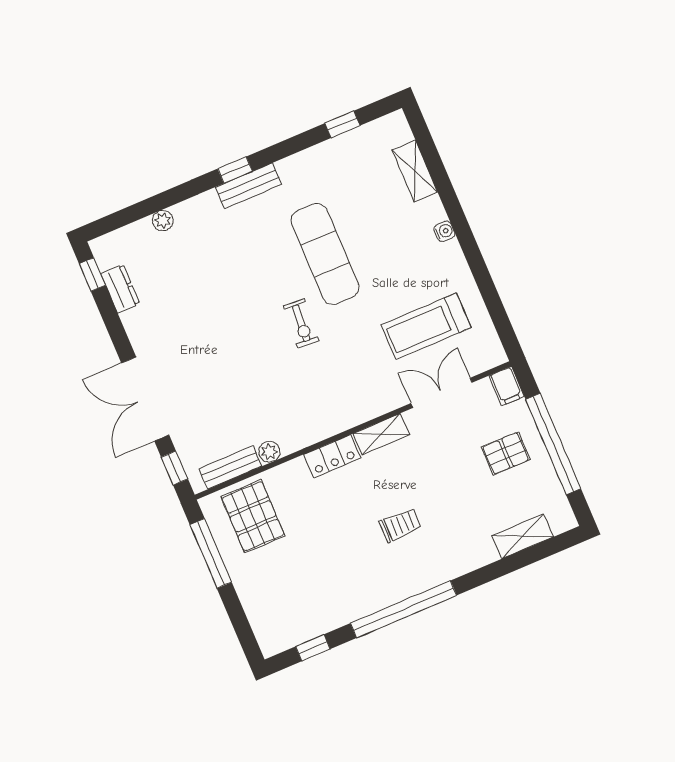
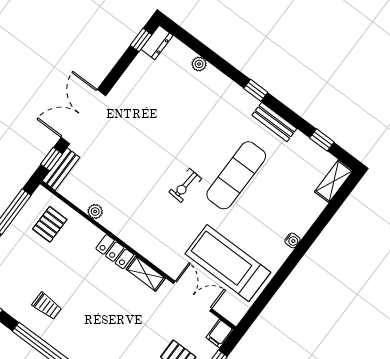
shelving: (415, 171) -> (334, 181), moved
bench: (249, 186) -> (274, 122), moved
dresser: (120, 289) -> (157, 42), moved
treadmill: (426, 326) -> (228, 263), width x1.37, depth x1.37
bench: (230, 467) -> (61, 169), moved, turned 90
pallet: (253, 516) -> (50, 224), width x0.67, depth x0.71
trolley: (400, 525) -> (47, 306), moved

